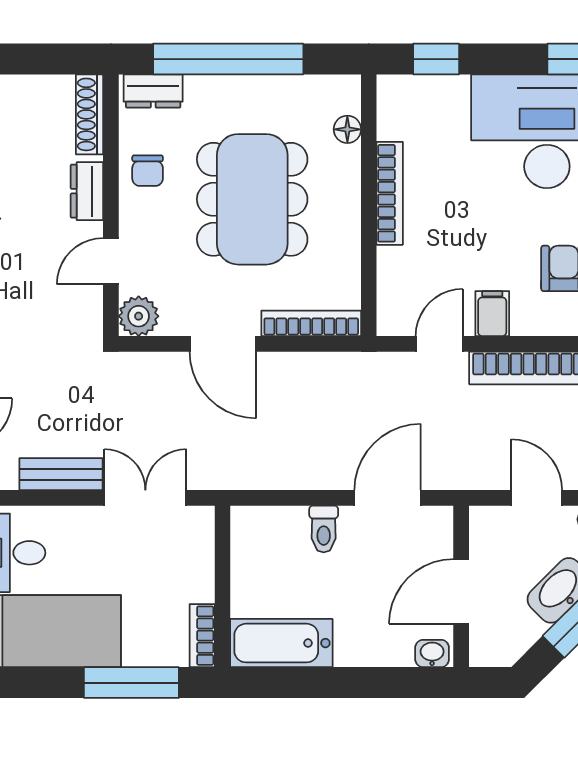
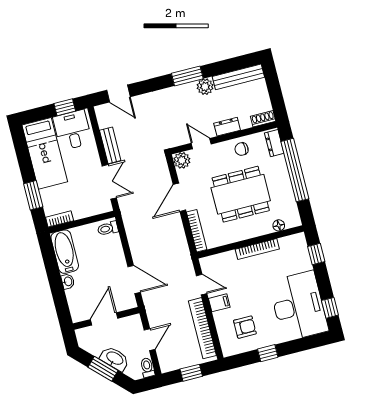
shoe rack: (90, 114) -> (263, 119), width x0.70
toilet: (324, 529) -> (108, 228), moved
door: (461, 591) -> (104, 319), hinge flipped
washbasin: (432, 653) -> (68, 281), moved
window: (131, 683) -> (33, 195), width x0.69

